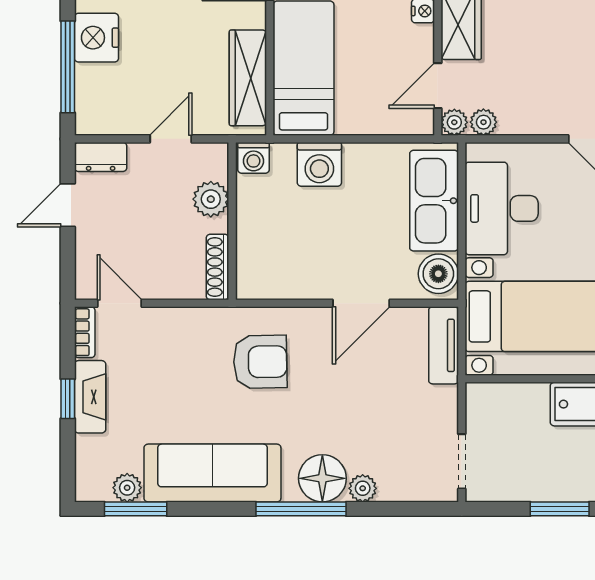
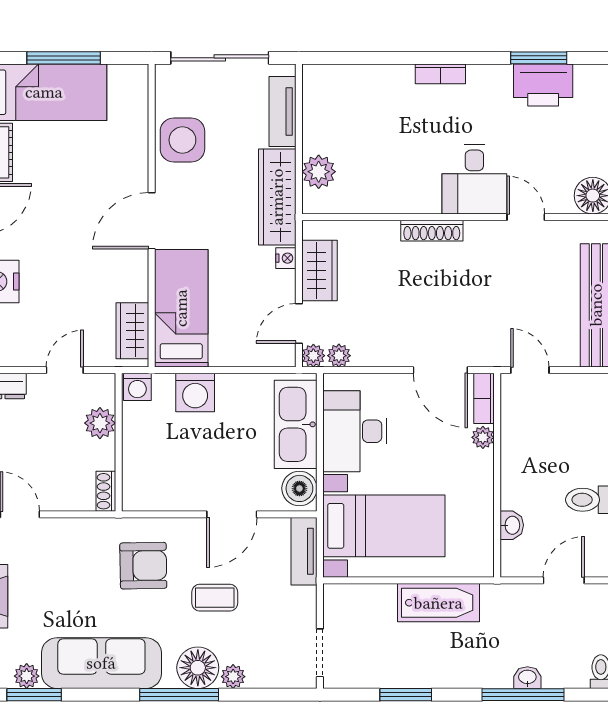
wardrobe: (248, 78) -> (132, 331), width x0.67
shoe rack: (218, 267) -> (106, 491), width x0.70
coffee table: (342, 398) -> (215, 598), added

